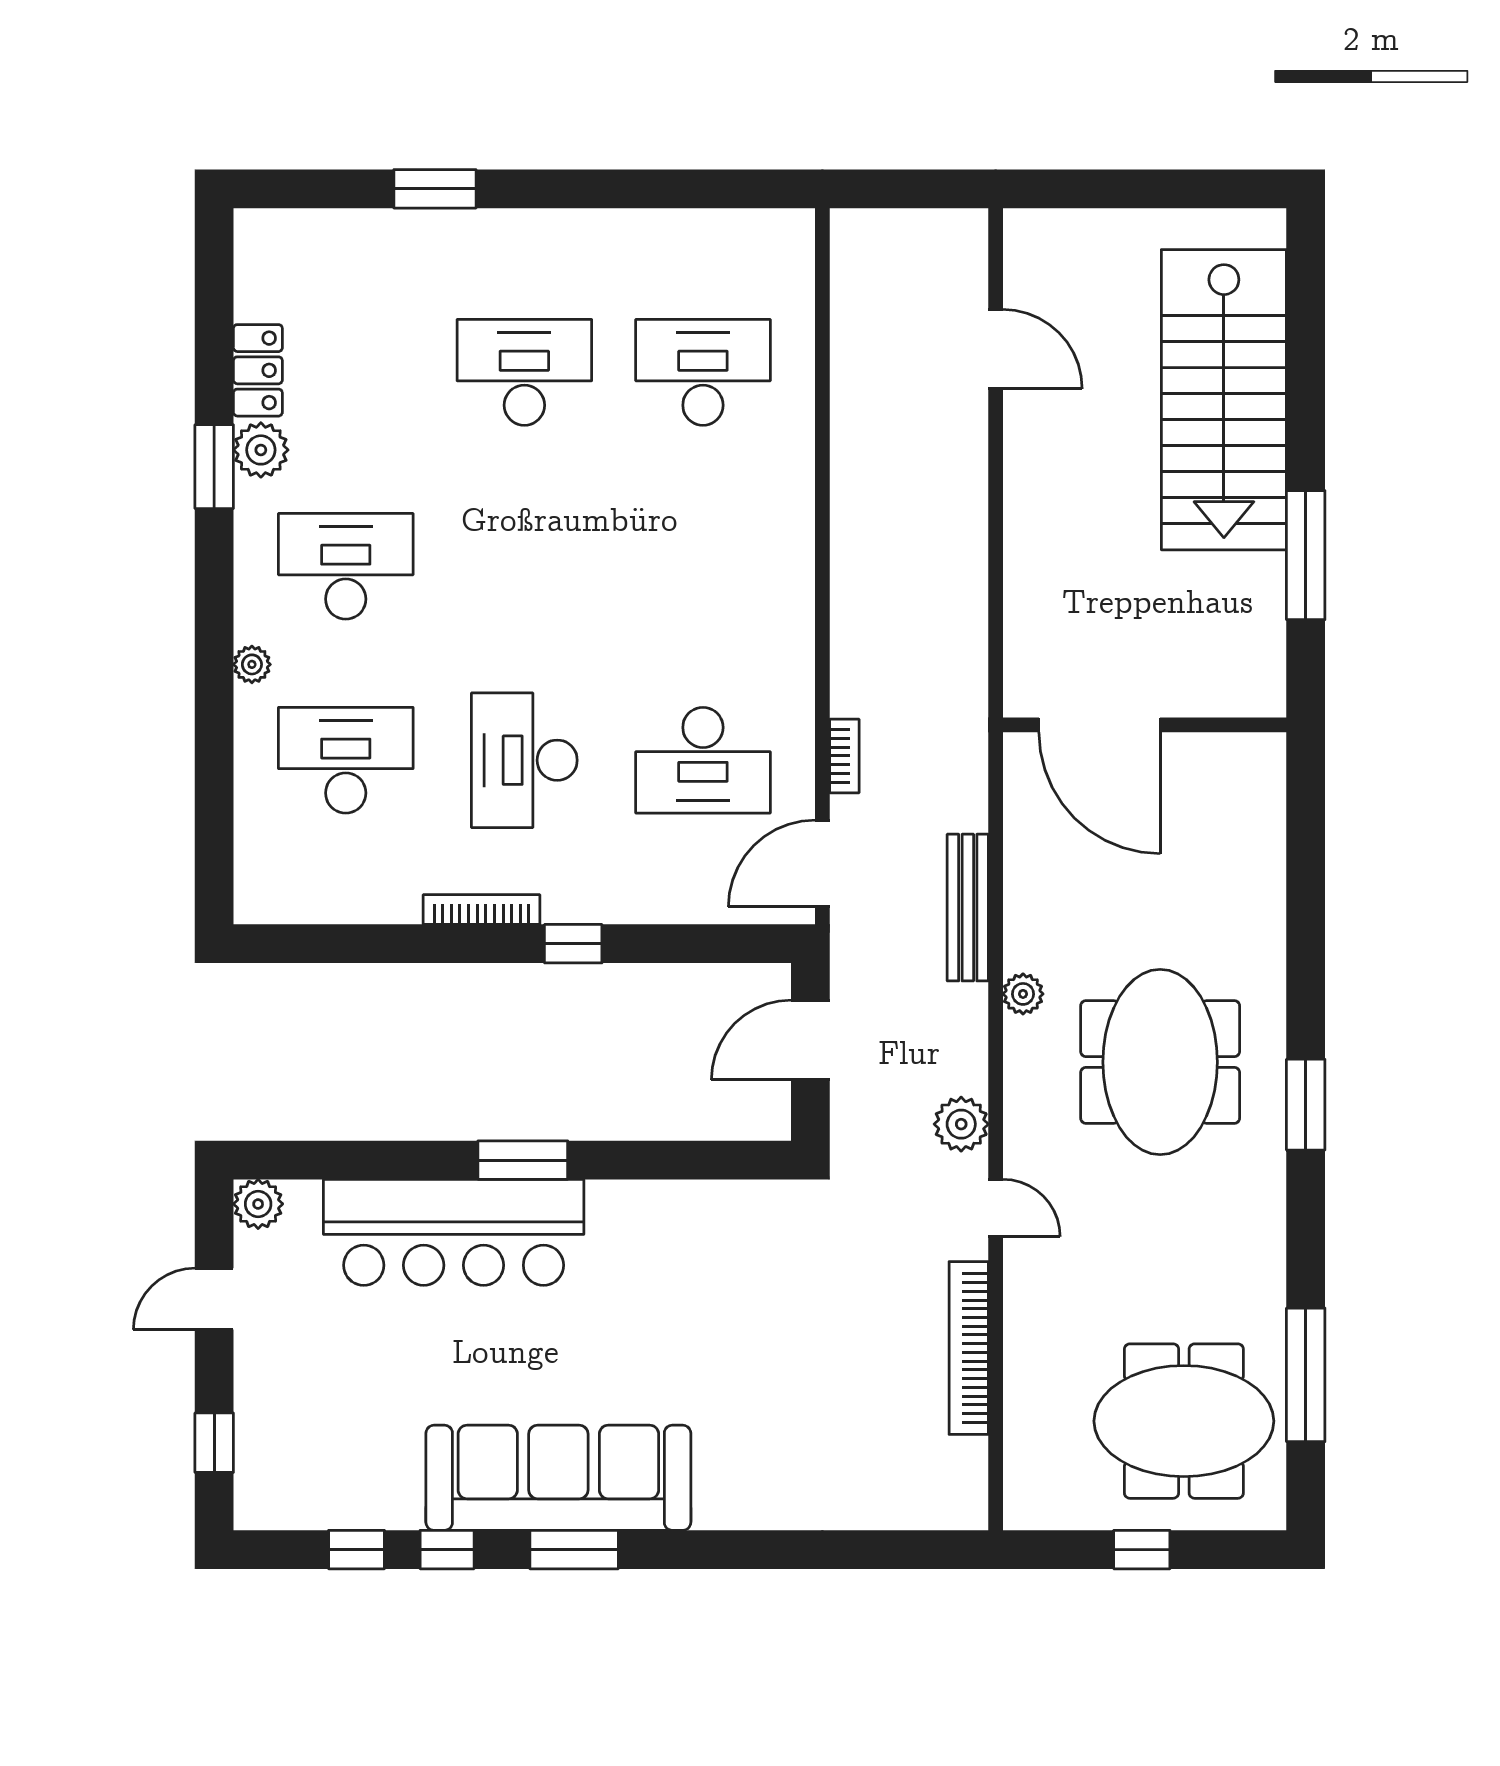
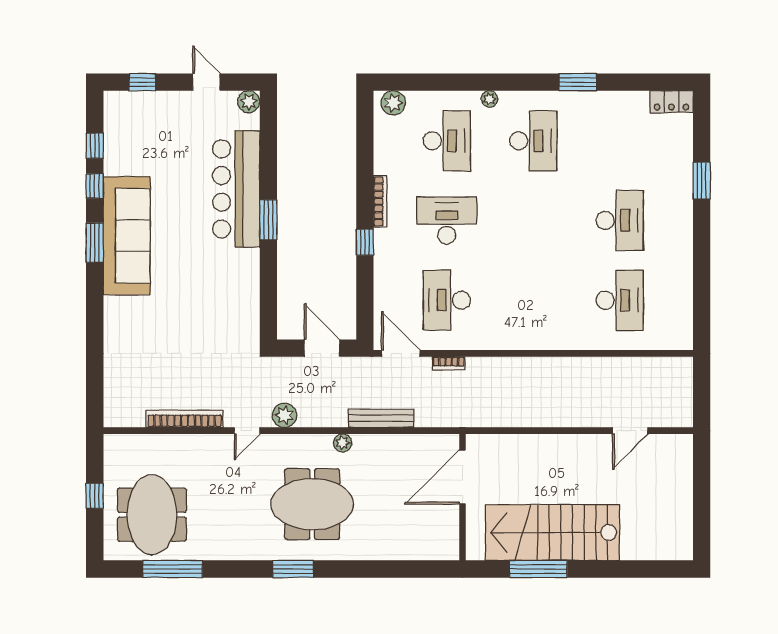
locker: (258, 370) -> (671, 102), moved
stairs: (1224, 400) -> (552, 533), moved
plant: (261, 450) -> (393, 103), moved

